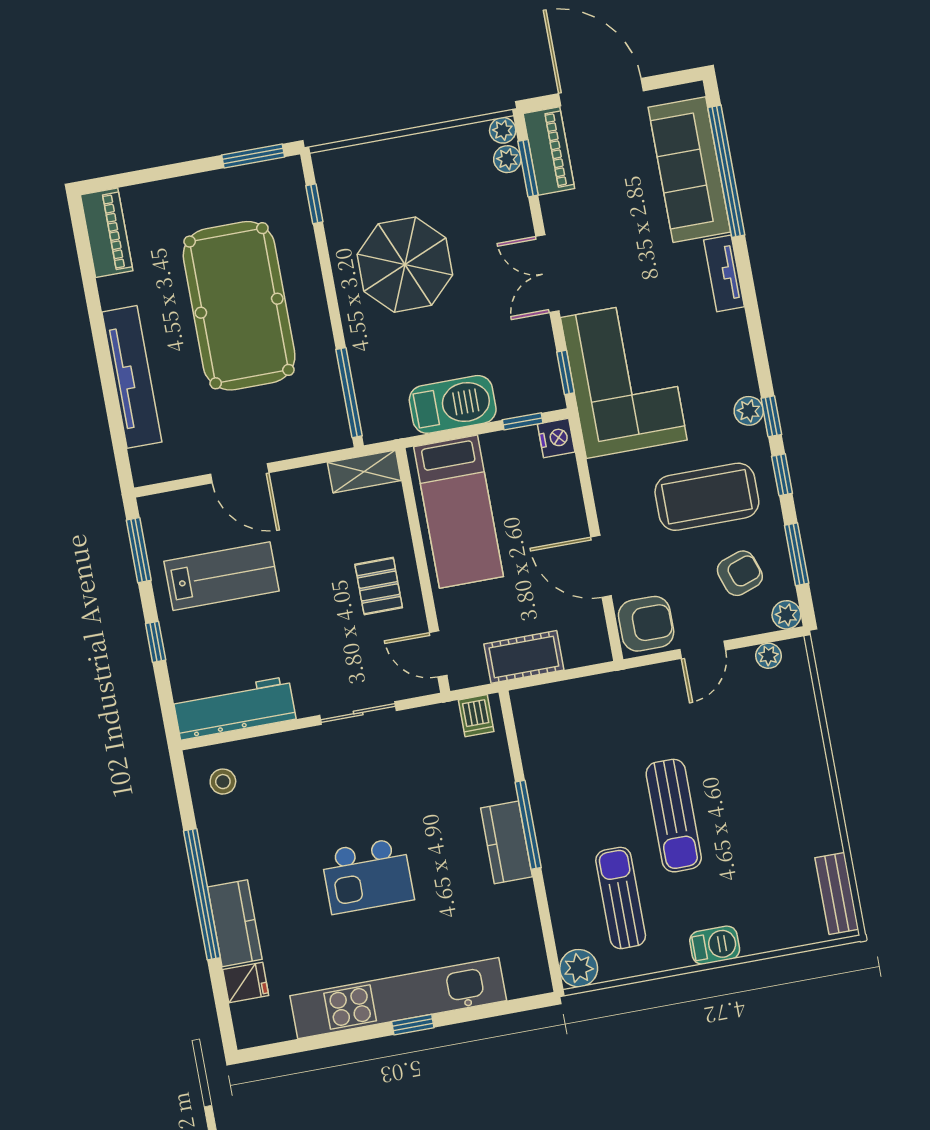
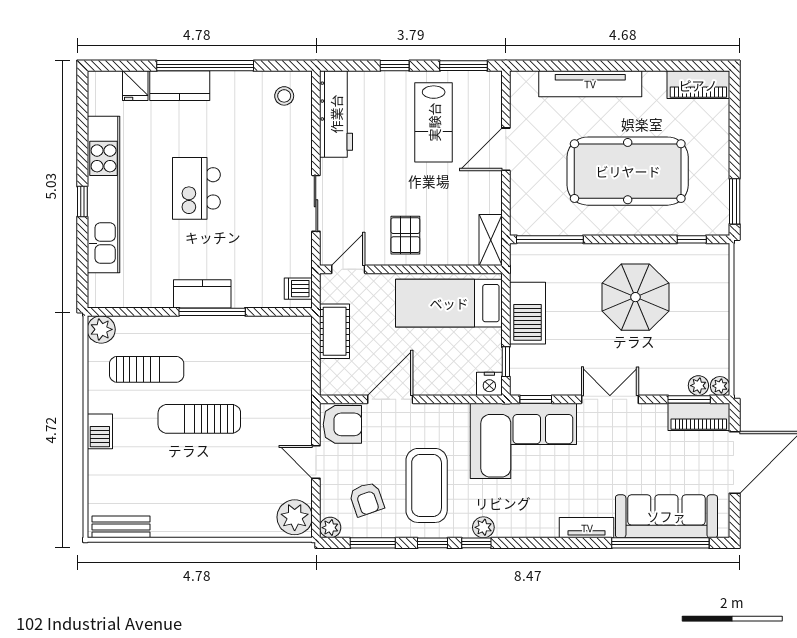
pallet: (379, 586) -> (405, 235), turned 90
armchair: (646, 624) -> (342, 424), turned -90
plant: (768, 656) -> (295, 517), width x1.87, depth x1.87

